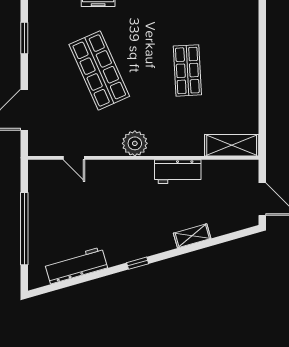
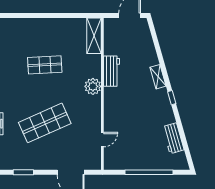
plant: (135, 143) -> (93, 86), moved
shelving: (192, 236) -> (158, 77), moved
workbench: (76, 265) -> (173, 138), width x0.73

